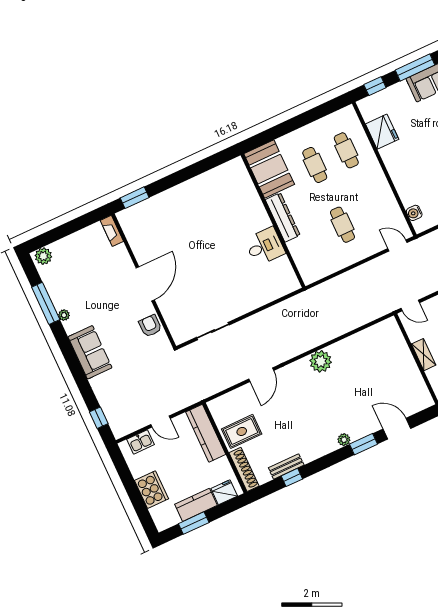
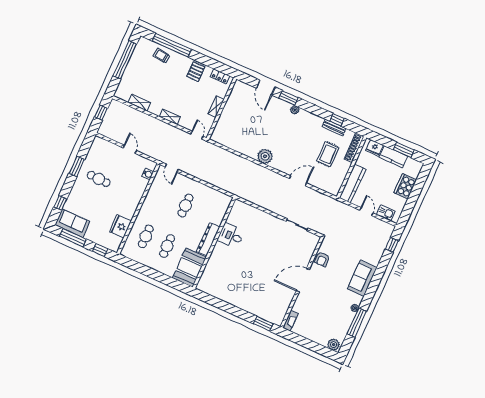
rug: (242, 431) -> (328, 154), moved, turned 90

